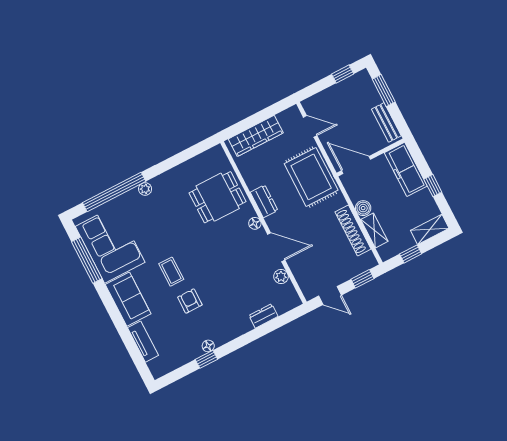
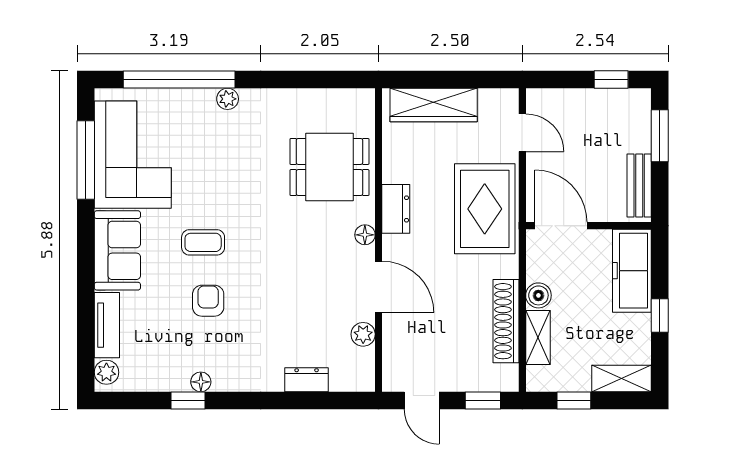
coffee table: (171, 272) -> (203, 242), turned 90
plant: (156, 367) -> (106, 372), added

